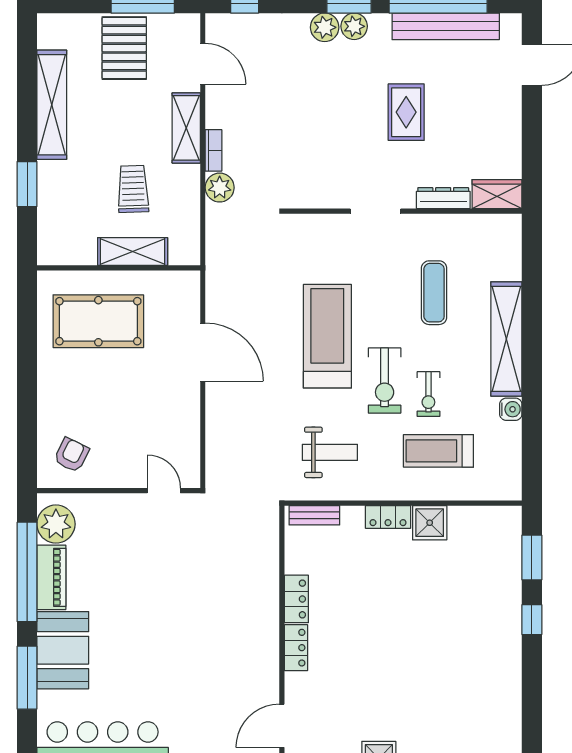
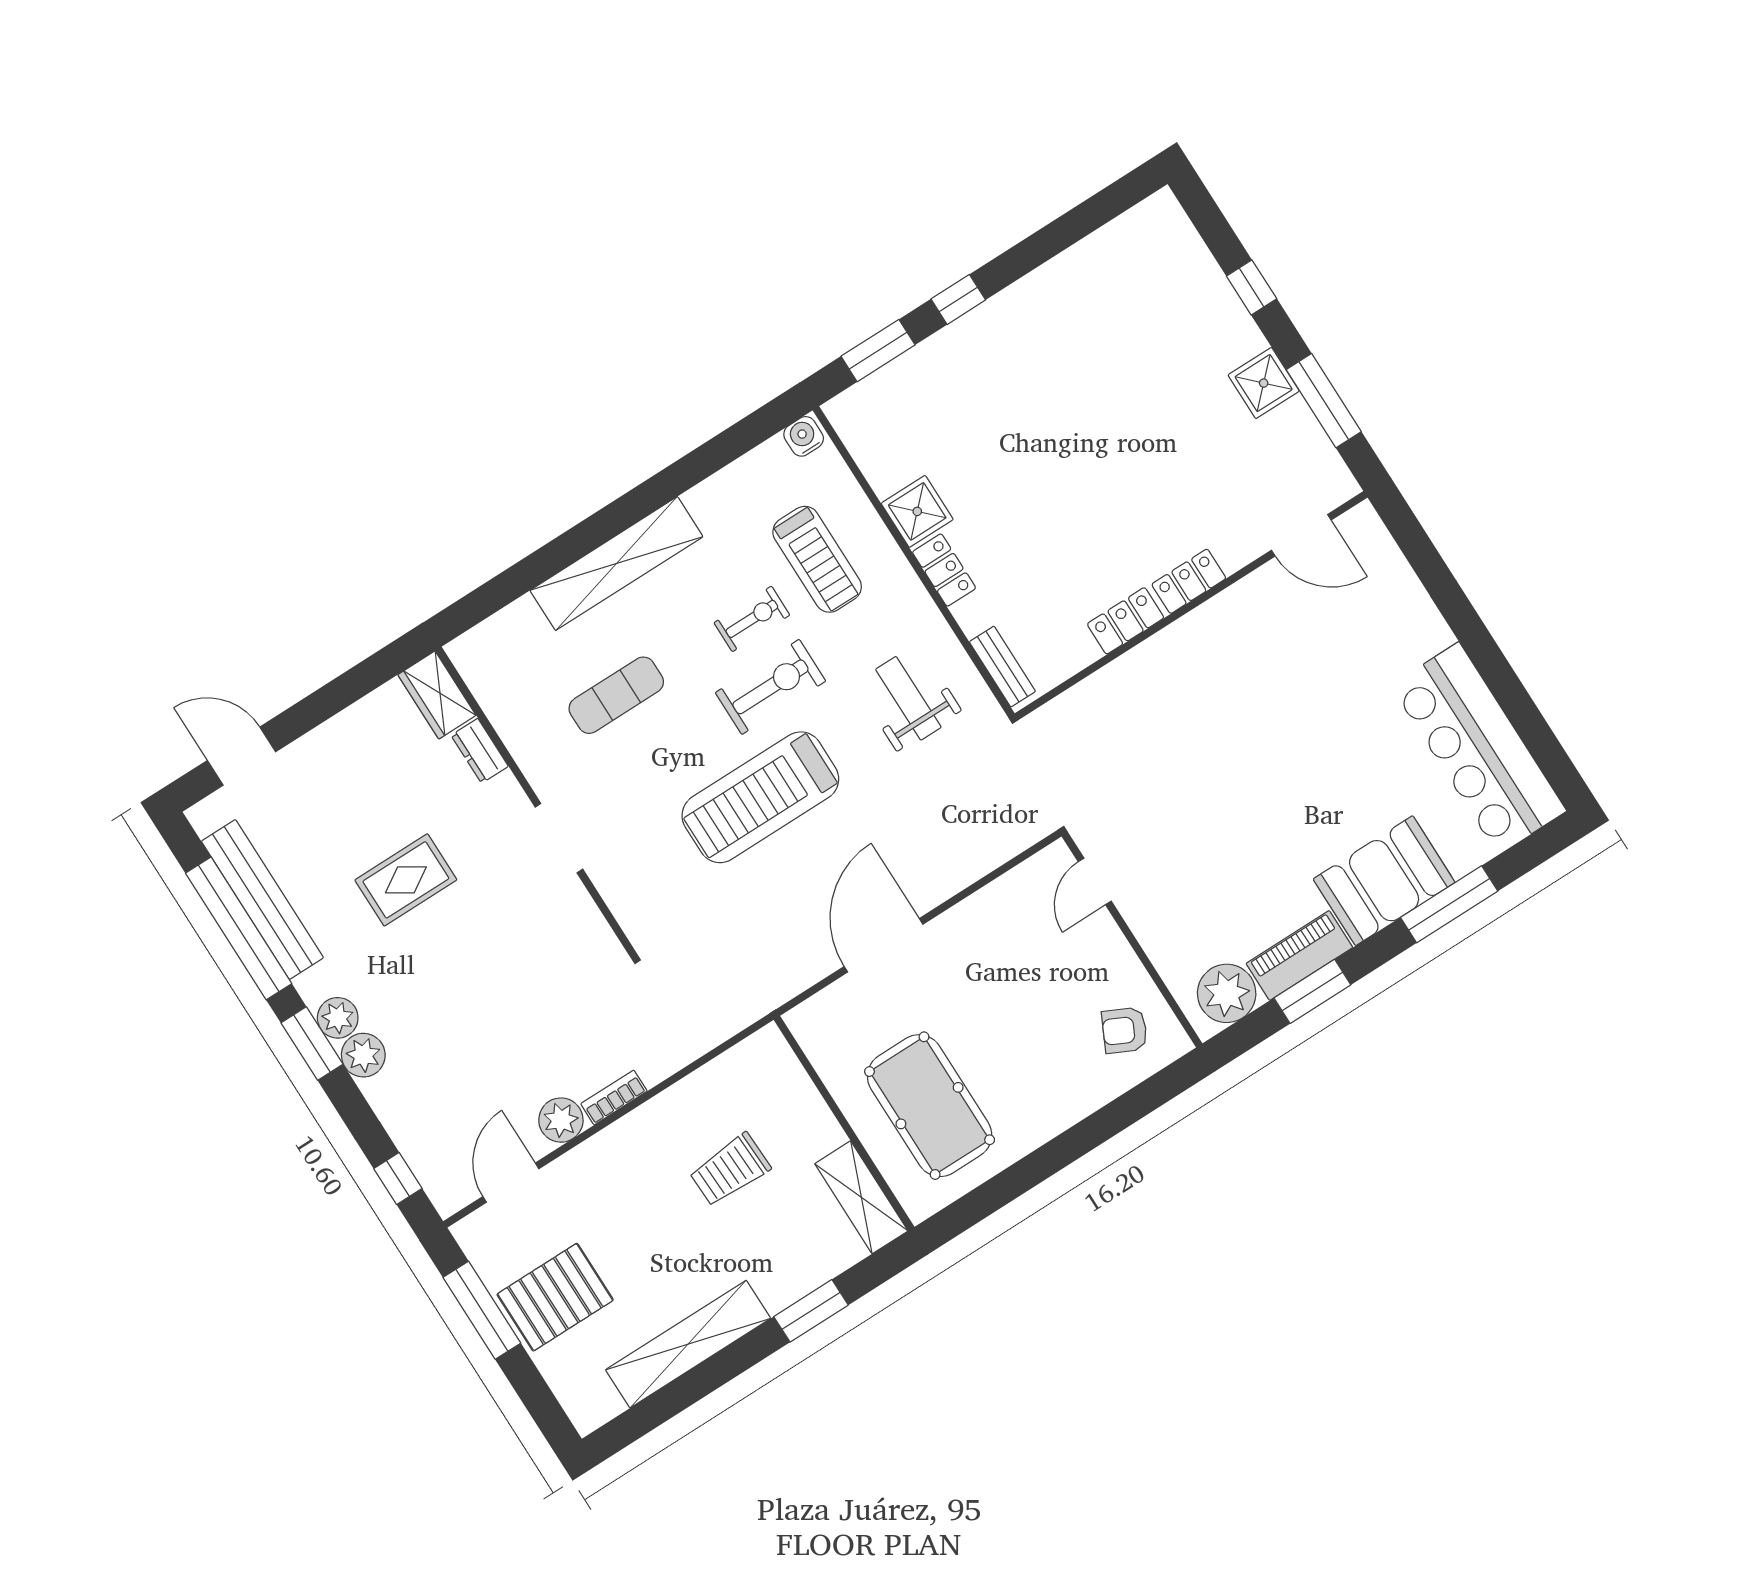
shelving: (186, 128) -> (607, 1151), removed
plant: (220, 188) -> (561, 1120), moved
dresser: (443, 198) -> (480, 751), width x0.70
shelving: (133, 252) -> (861, 1197), moved
water cooler: (511, 409) -> (804, 436), moved
window: (27, 572) -> (1312, 991), width x0.47

